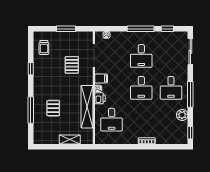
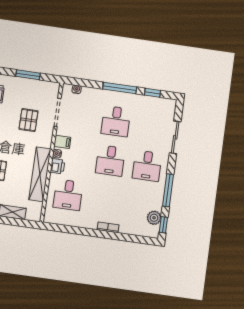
sliding door: (190, 52) -> (175, 137), moved
window: (190, 94) -> (168, 190), moved
plant: (182, 115) -> (154, 218), moved

